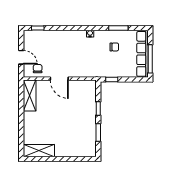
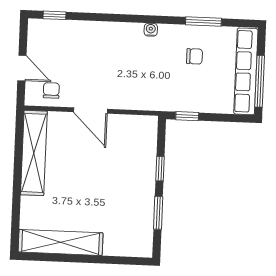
shelving: (30, 96) -> (34, 153), width x1.47
shelving: (39, 151) -> (61, 242), width x1.47

